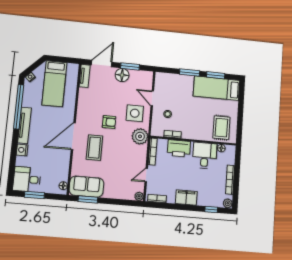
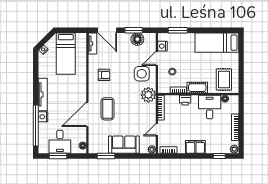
door: (102, 64) -> (107, 30), swing flipped
window: (190, 73) -> (178, 30), moved
floor lamp: (122, 75) -> (137, 39), moved
window: (216, 75) -> (215, 30), removed
nightstand: (159, 86) -> (163, 46), added
door: (152, 98) -> (157, 58), hinge flipped
window: (19, 107) -> (36, 125), moved
armchair: (109, 122) -> (104, 75), moved
cot: (193, 134) -> (197, 88), added
door: (73, 136) -> (87, 114), moved
printer: (179, 148) -> (185, 100), width x0.53, depth x0.68
desk: (27, 179) -> (60, 142), moved, turned -90
sofa: (86, 187) -> (124, 145), moved

